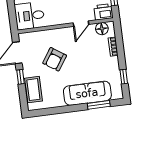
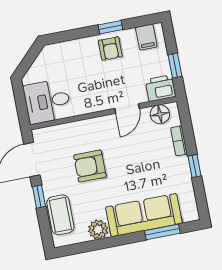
armchair: (55, 59) -> (90, 166), turned 56
window: (124, 77) -> (194, 166), moved
plant: (57, 101) -> (98, 230), added

